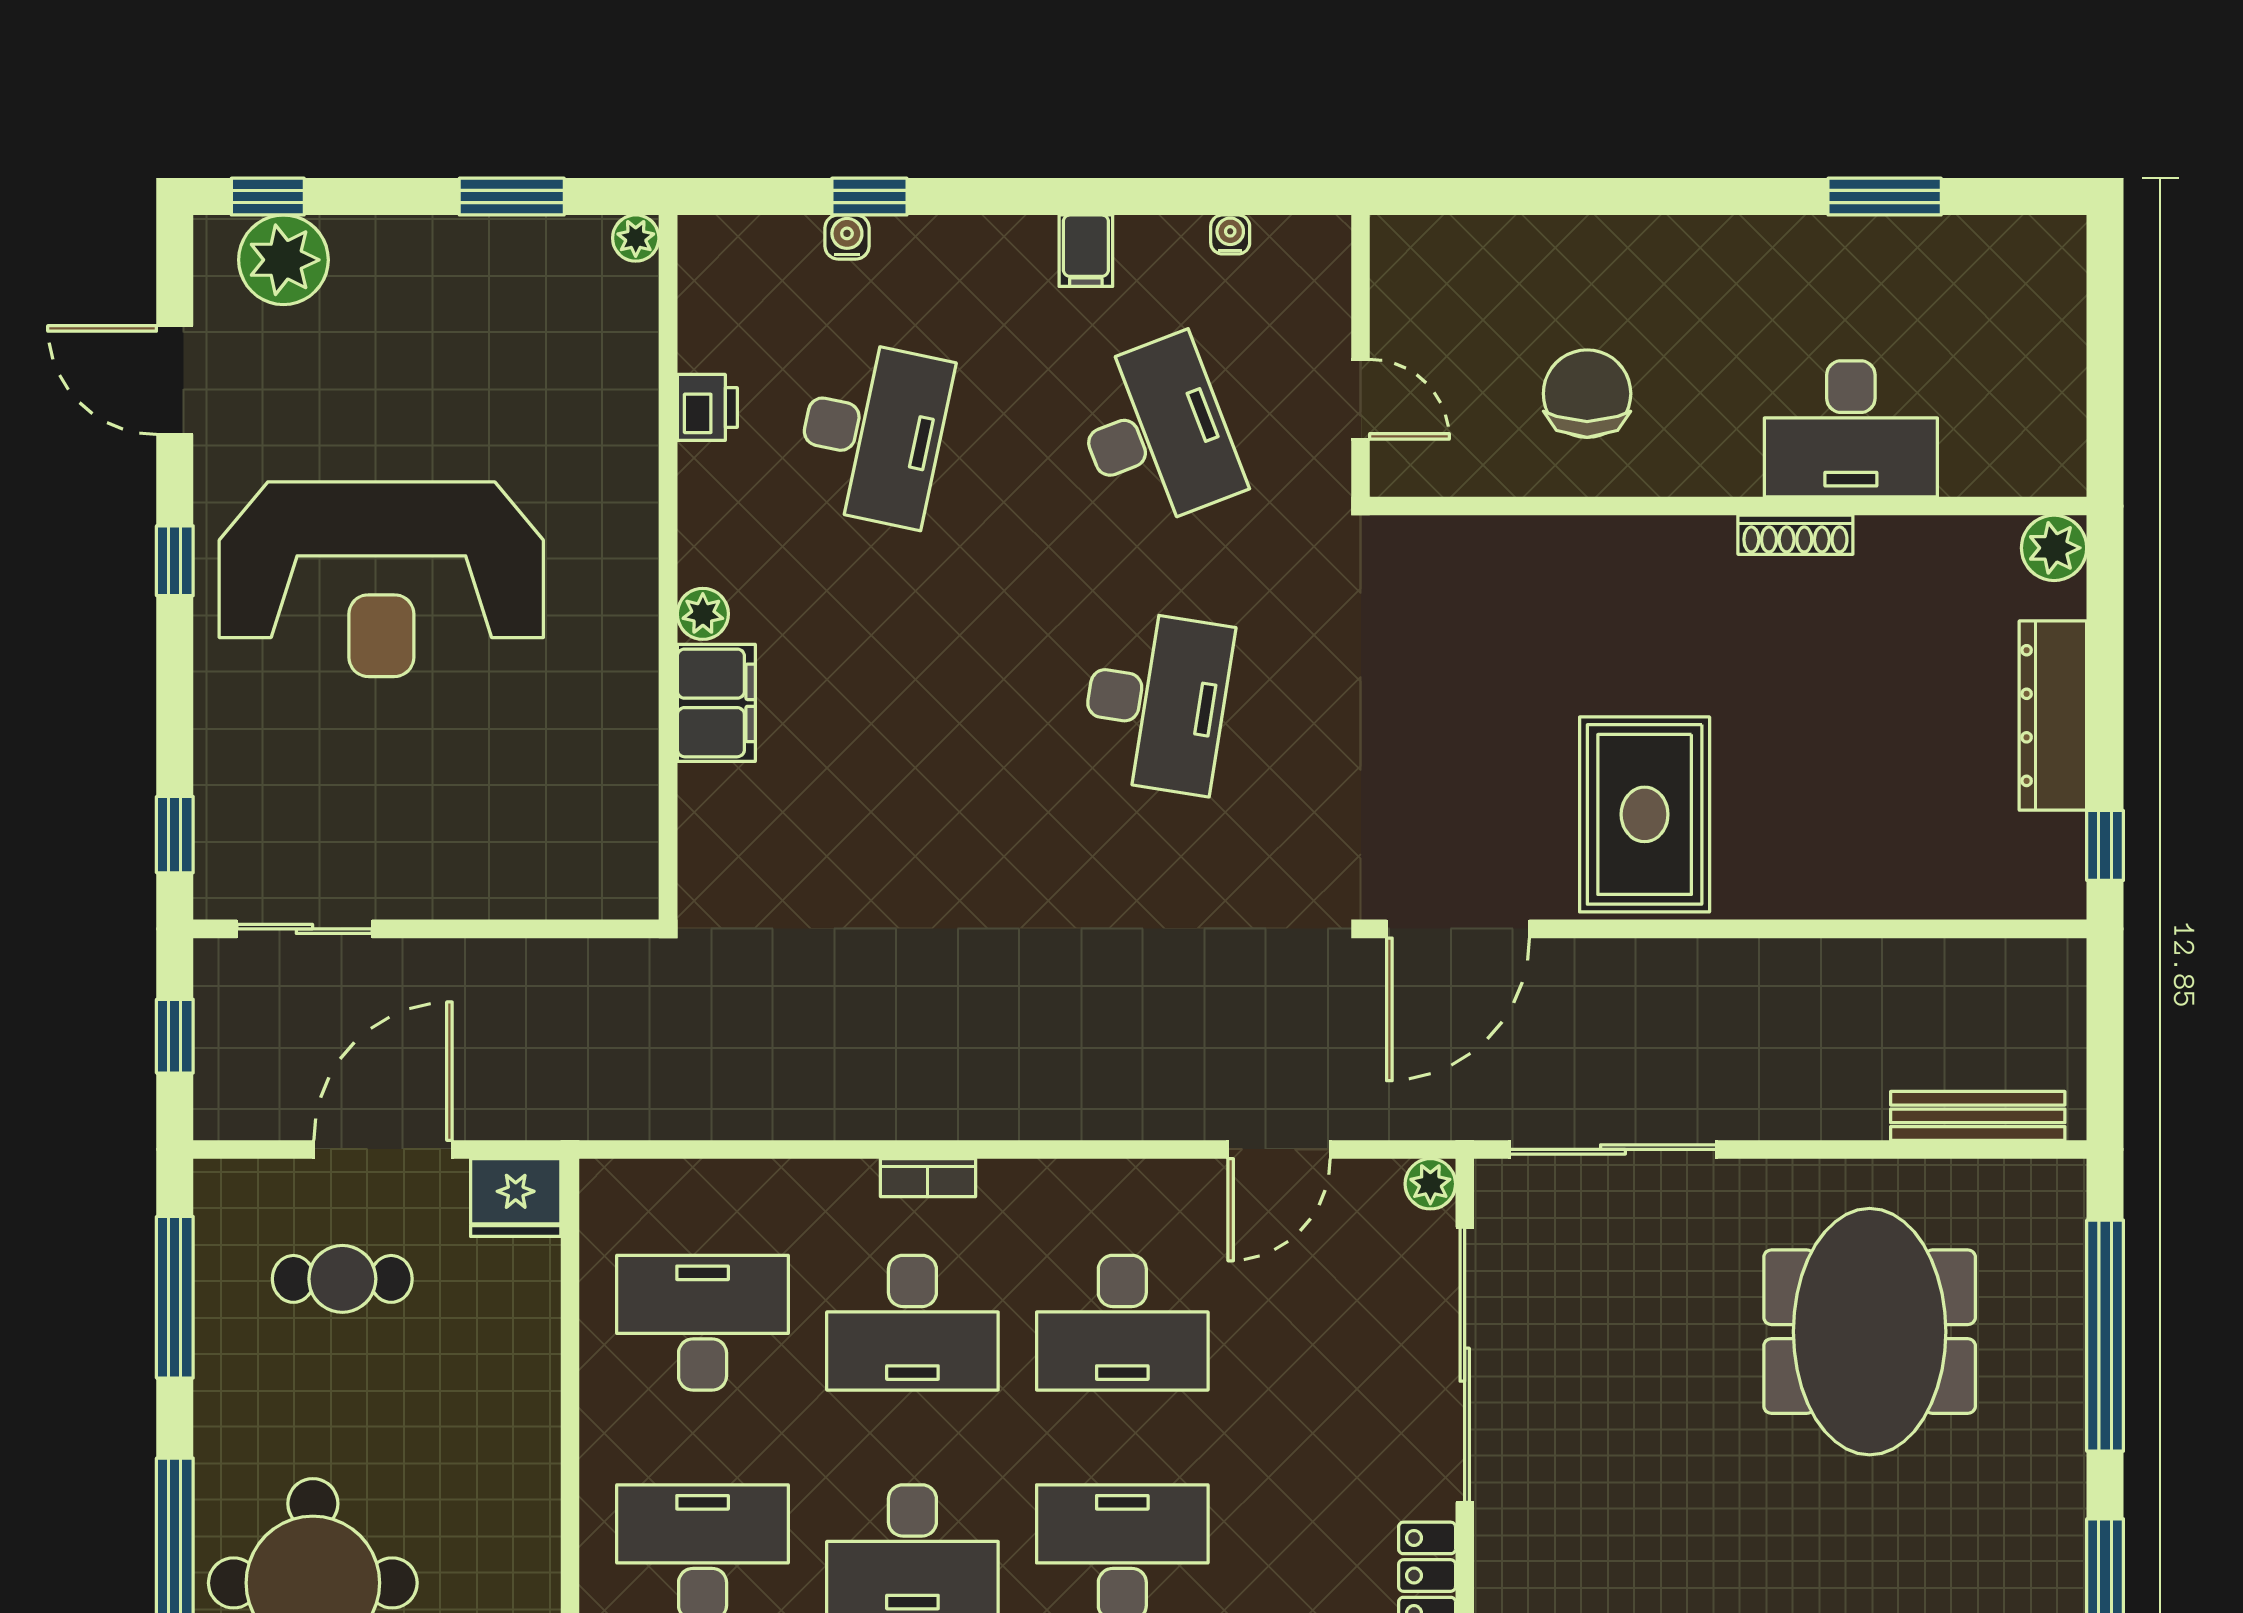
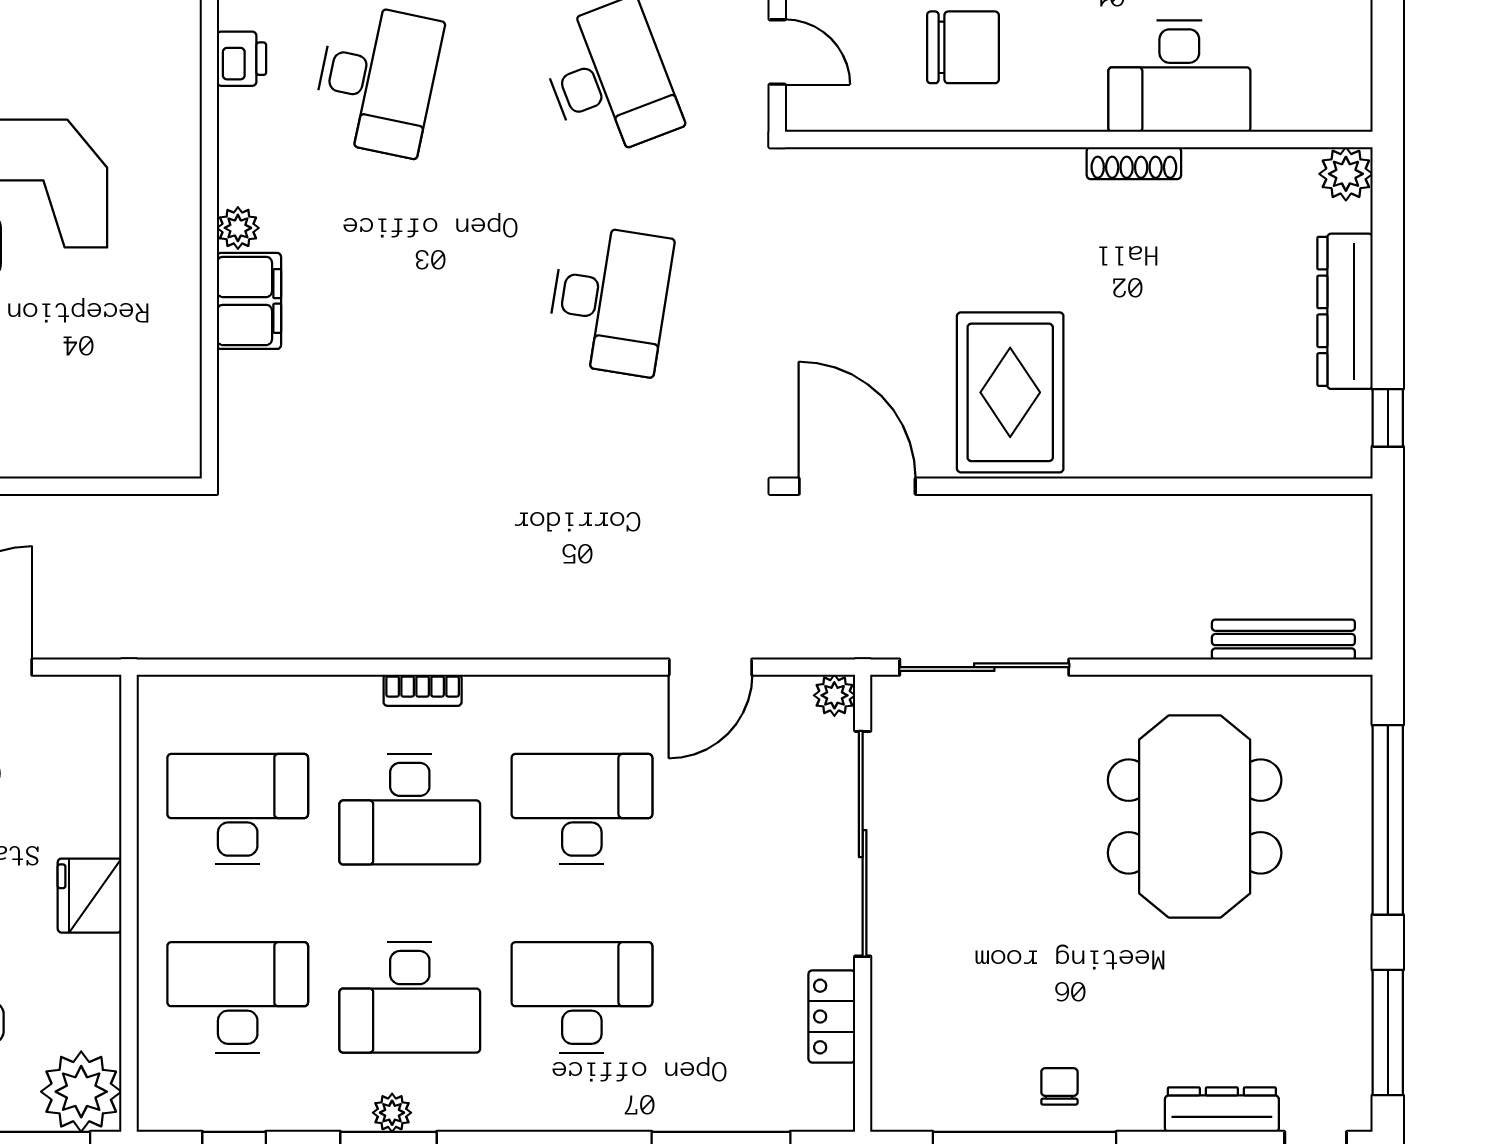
chair: (1587, 394) -> (963, 47), turned 90
door: (1458, 929) -> (857, 486), swing flipped
fridge: (516, 1198) -> (90, 896), moved, turned 90
desk: (1122, 1323) -> (582, 809), turned 180

